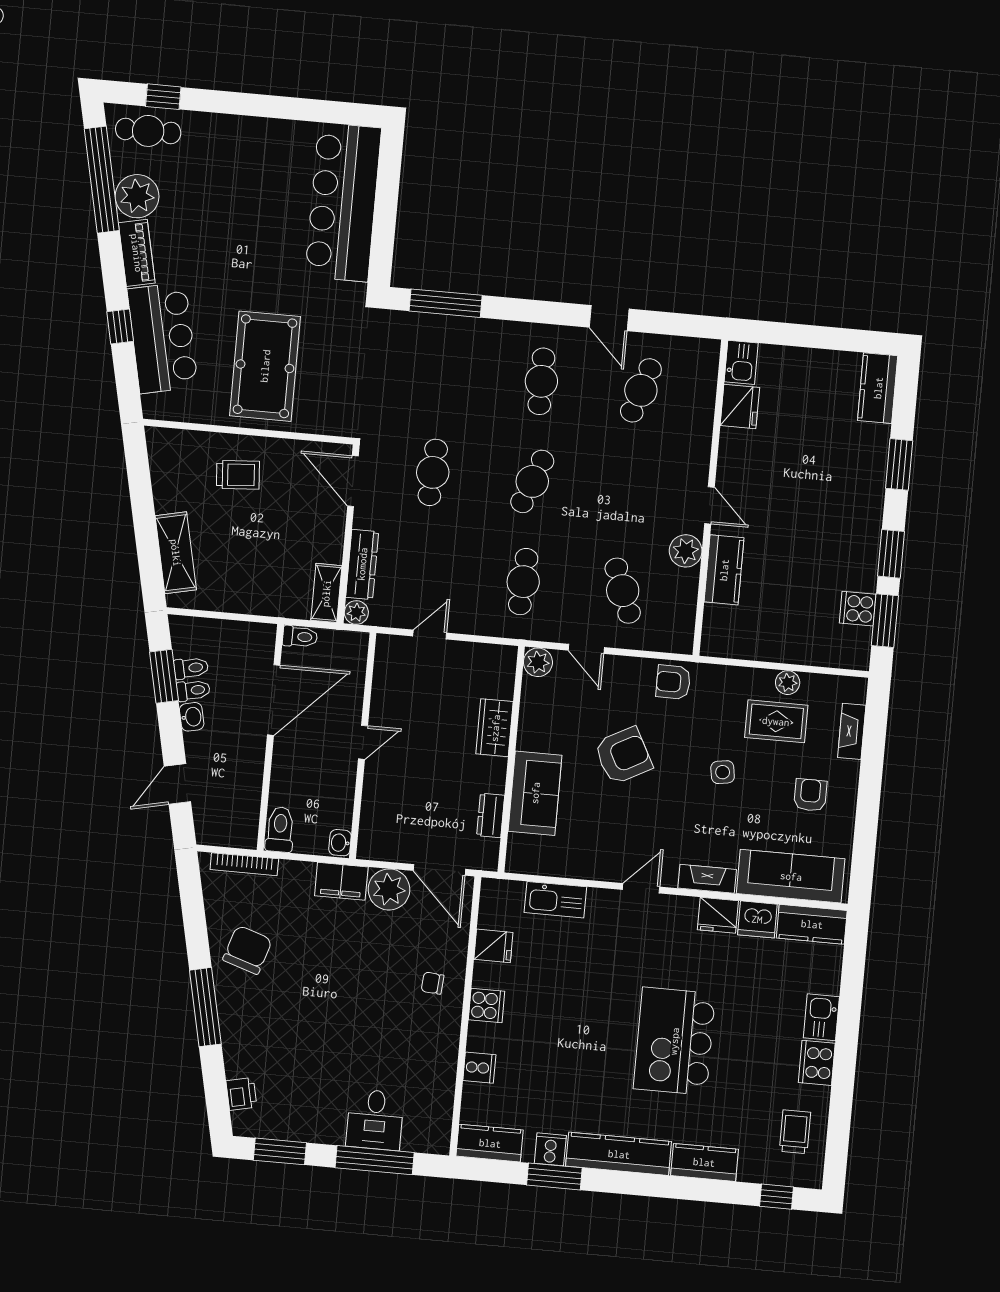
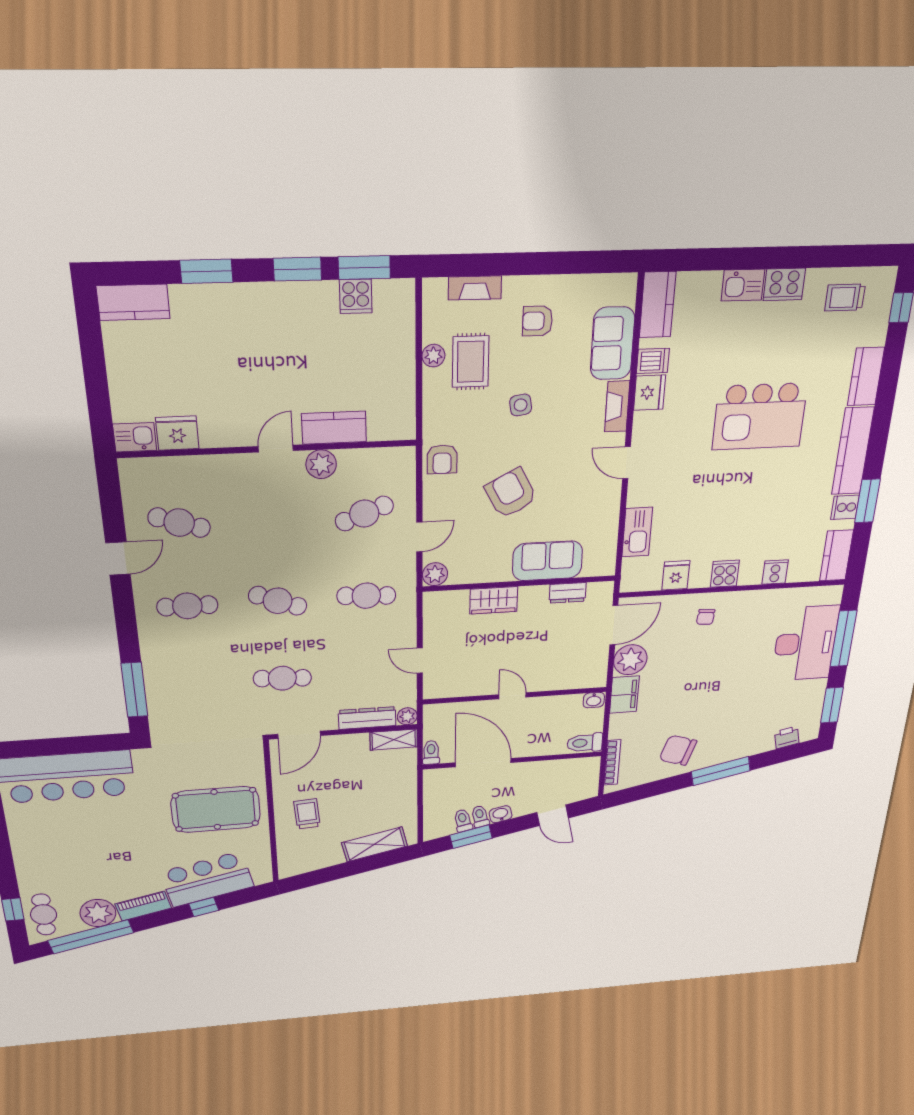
sofa: (791, 876) -> (612, 343), width x0.73
dishwasher: (757, 919) -> (653, 361), width x0.73
desk: (375, 1120) -> (805, 643), width x1.87, depth x1.30

